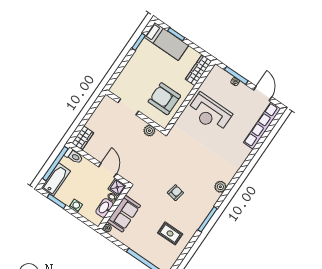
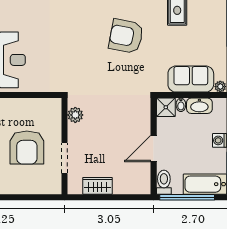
armchair: (164, 99) -> (27, 148), moved
wardrobe: (83, 138) -> (98, 186), moved
door: (108, 170) -> (154, 149), moved
armchair: (175, 193) -> (126, 36), width x1.88, depth x1.88

